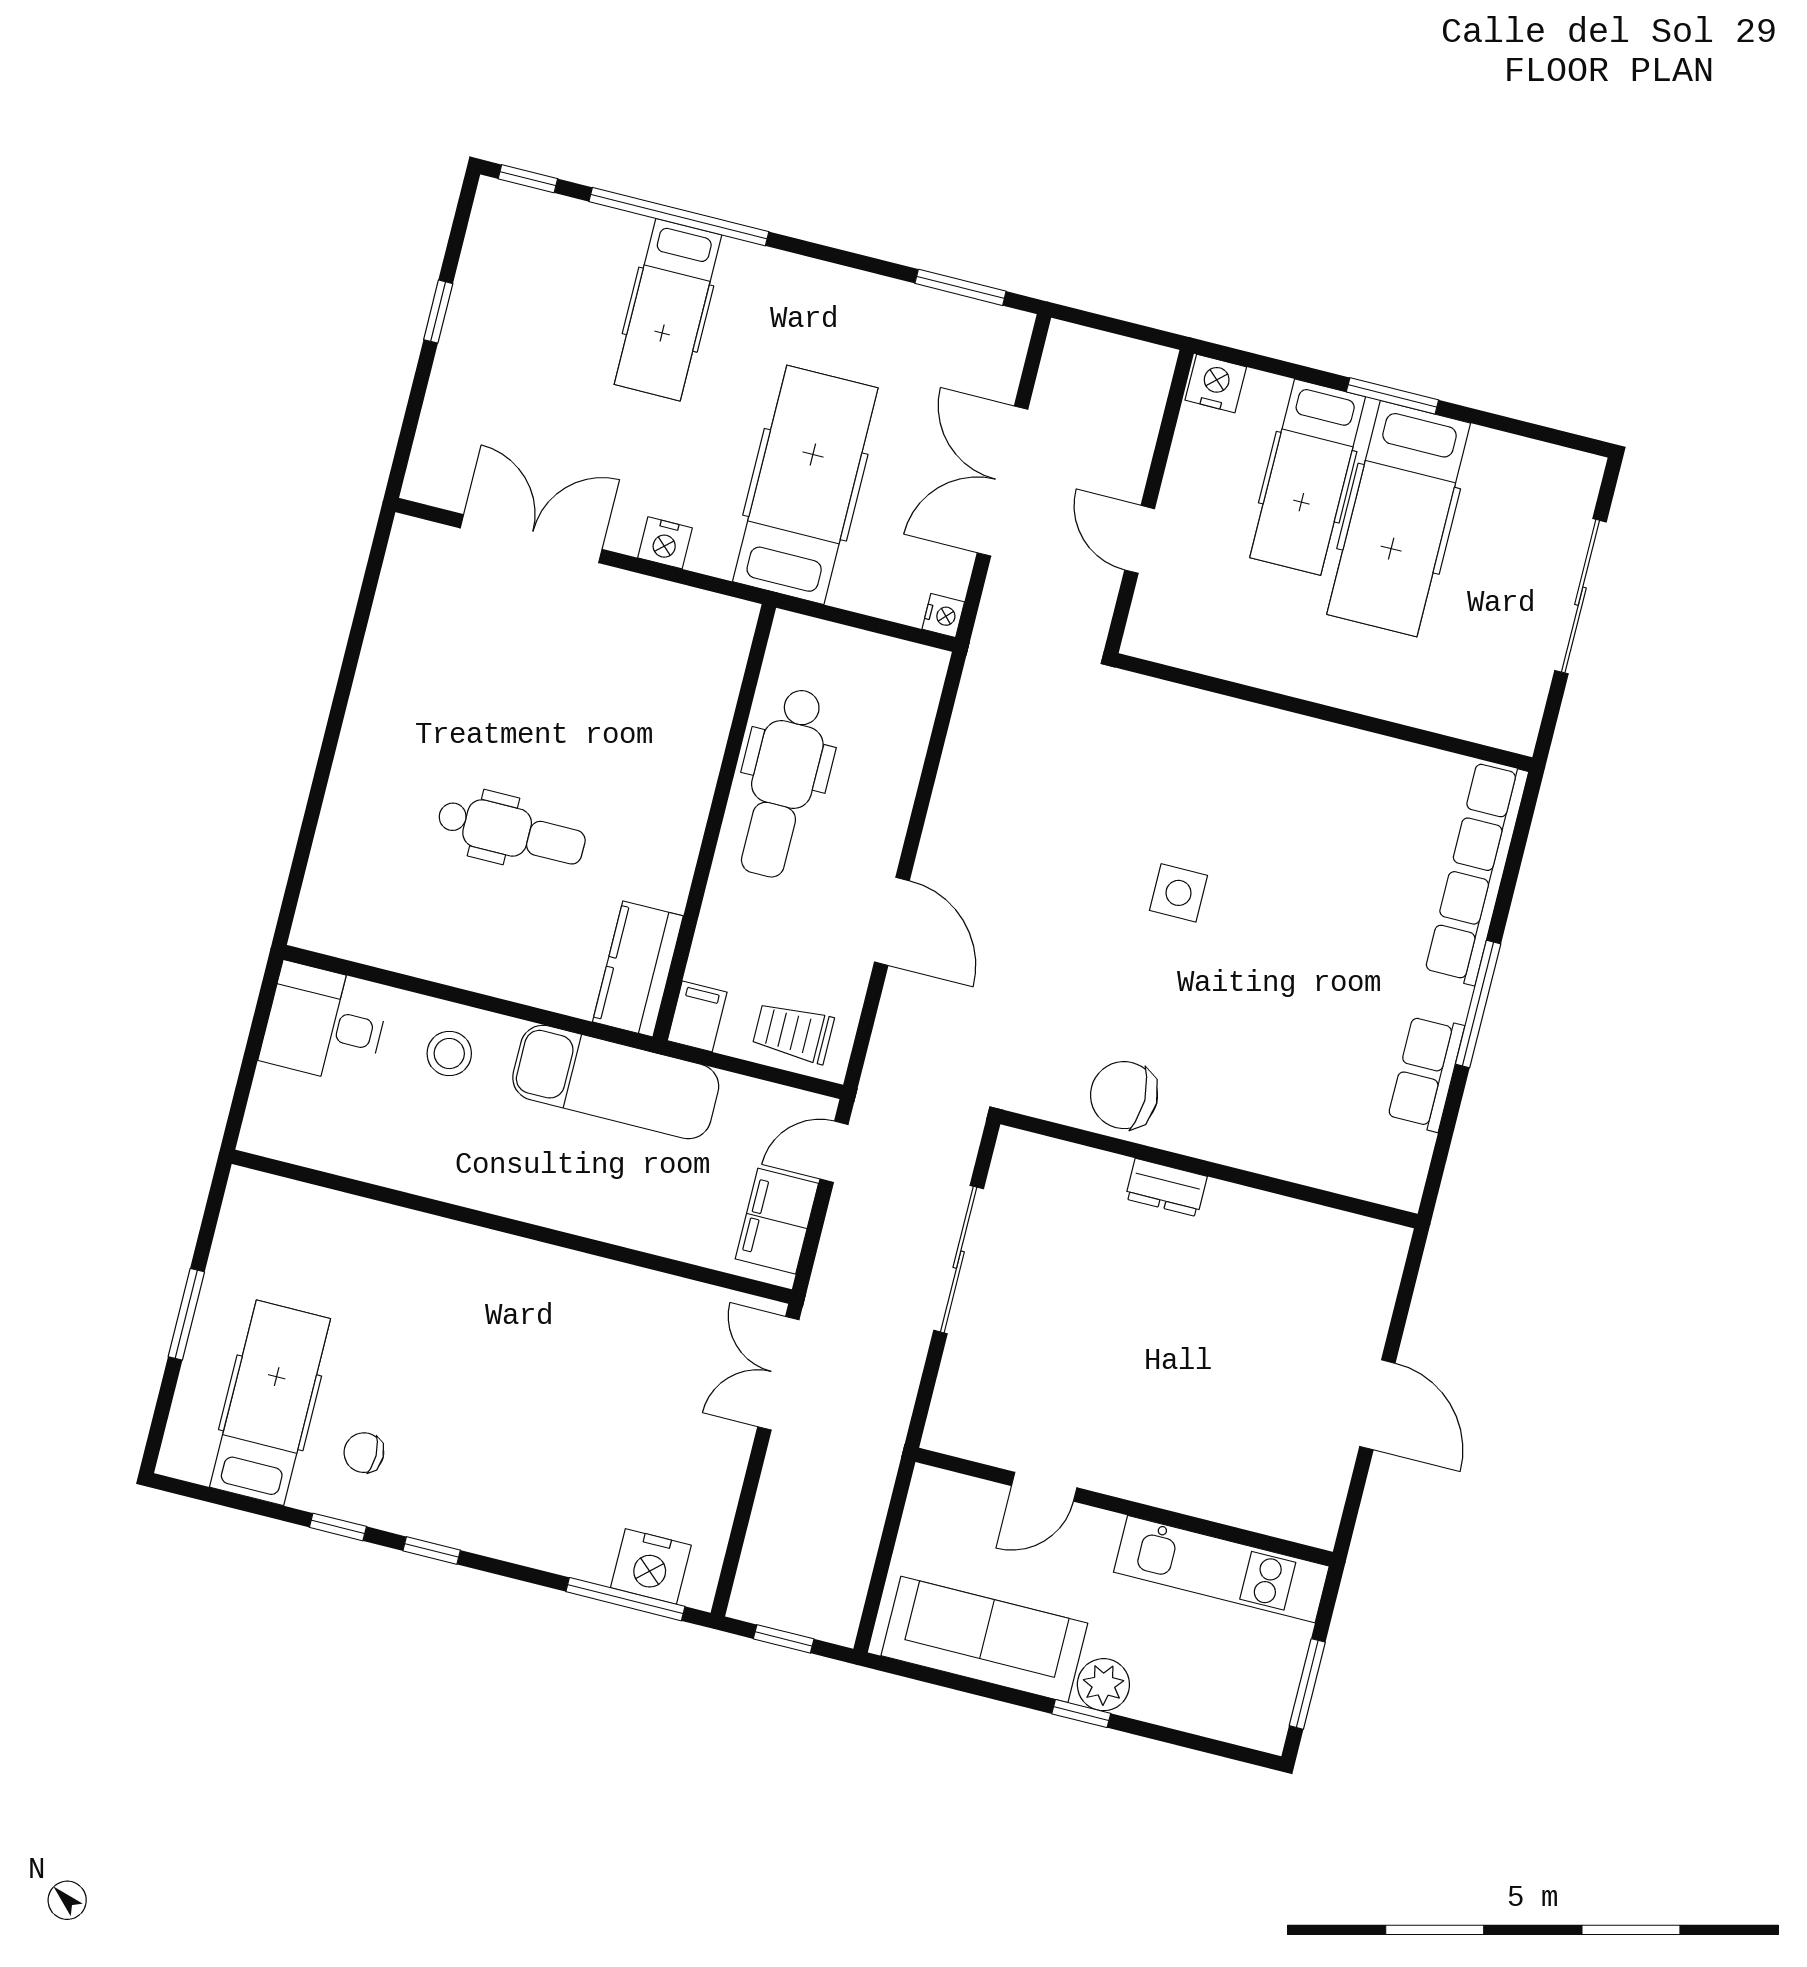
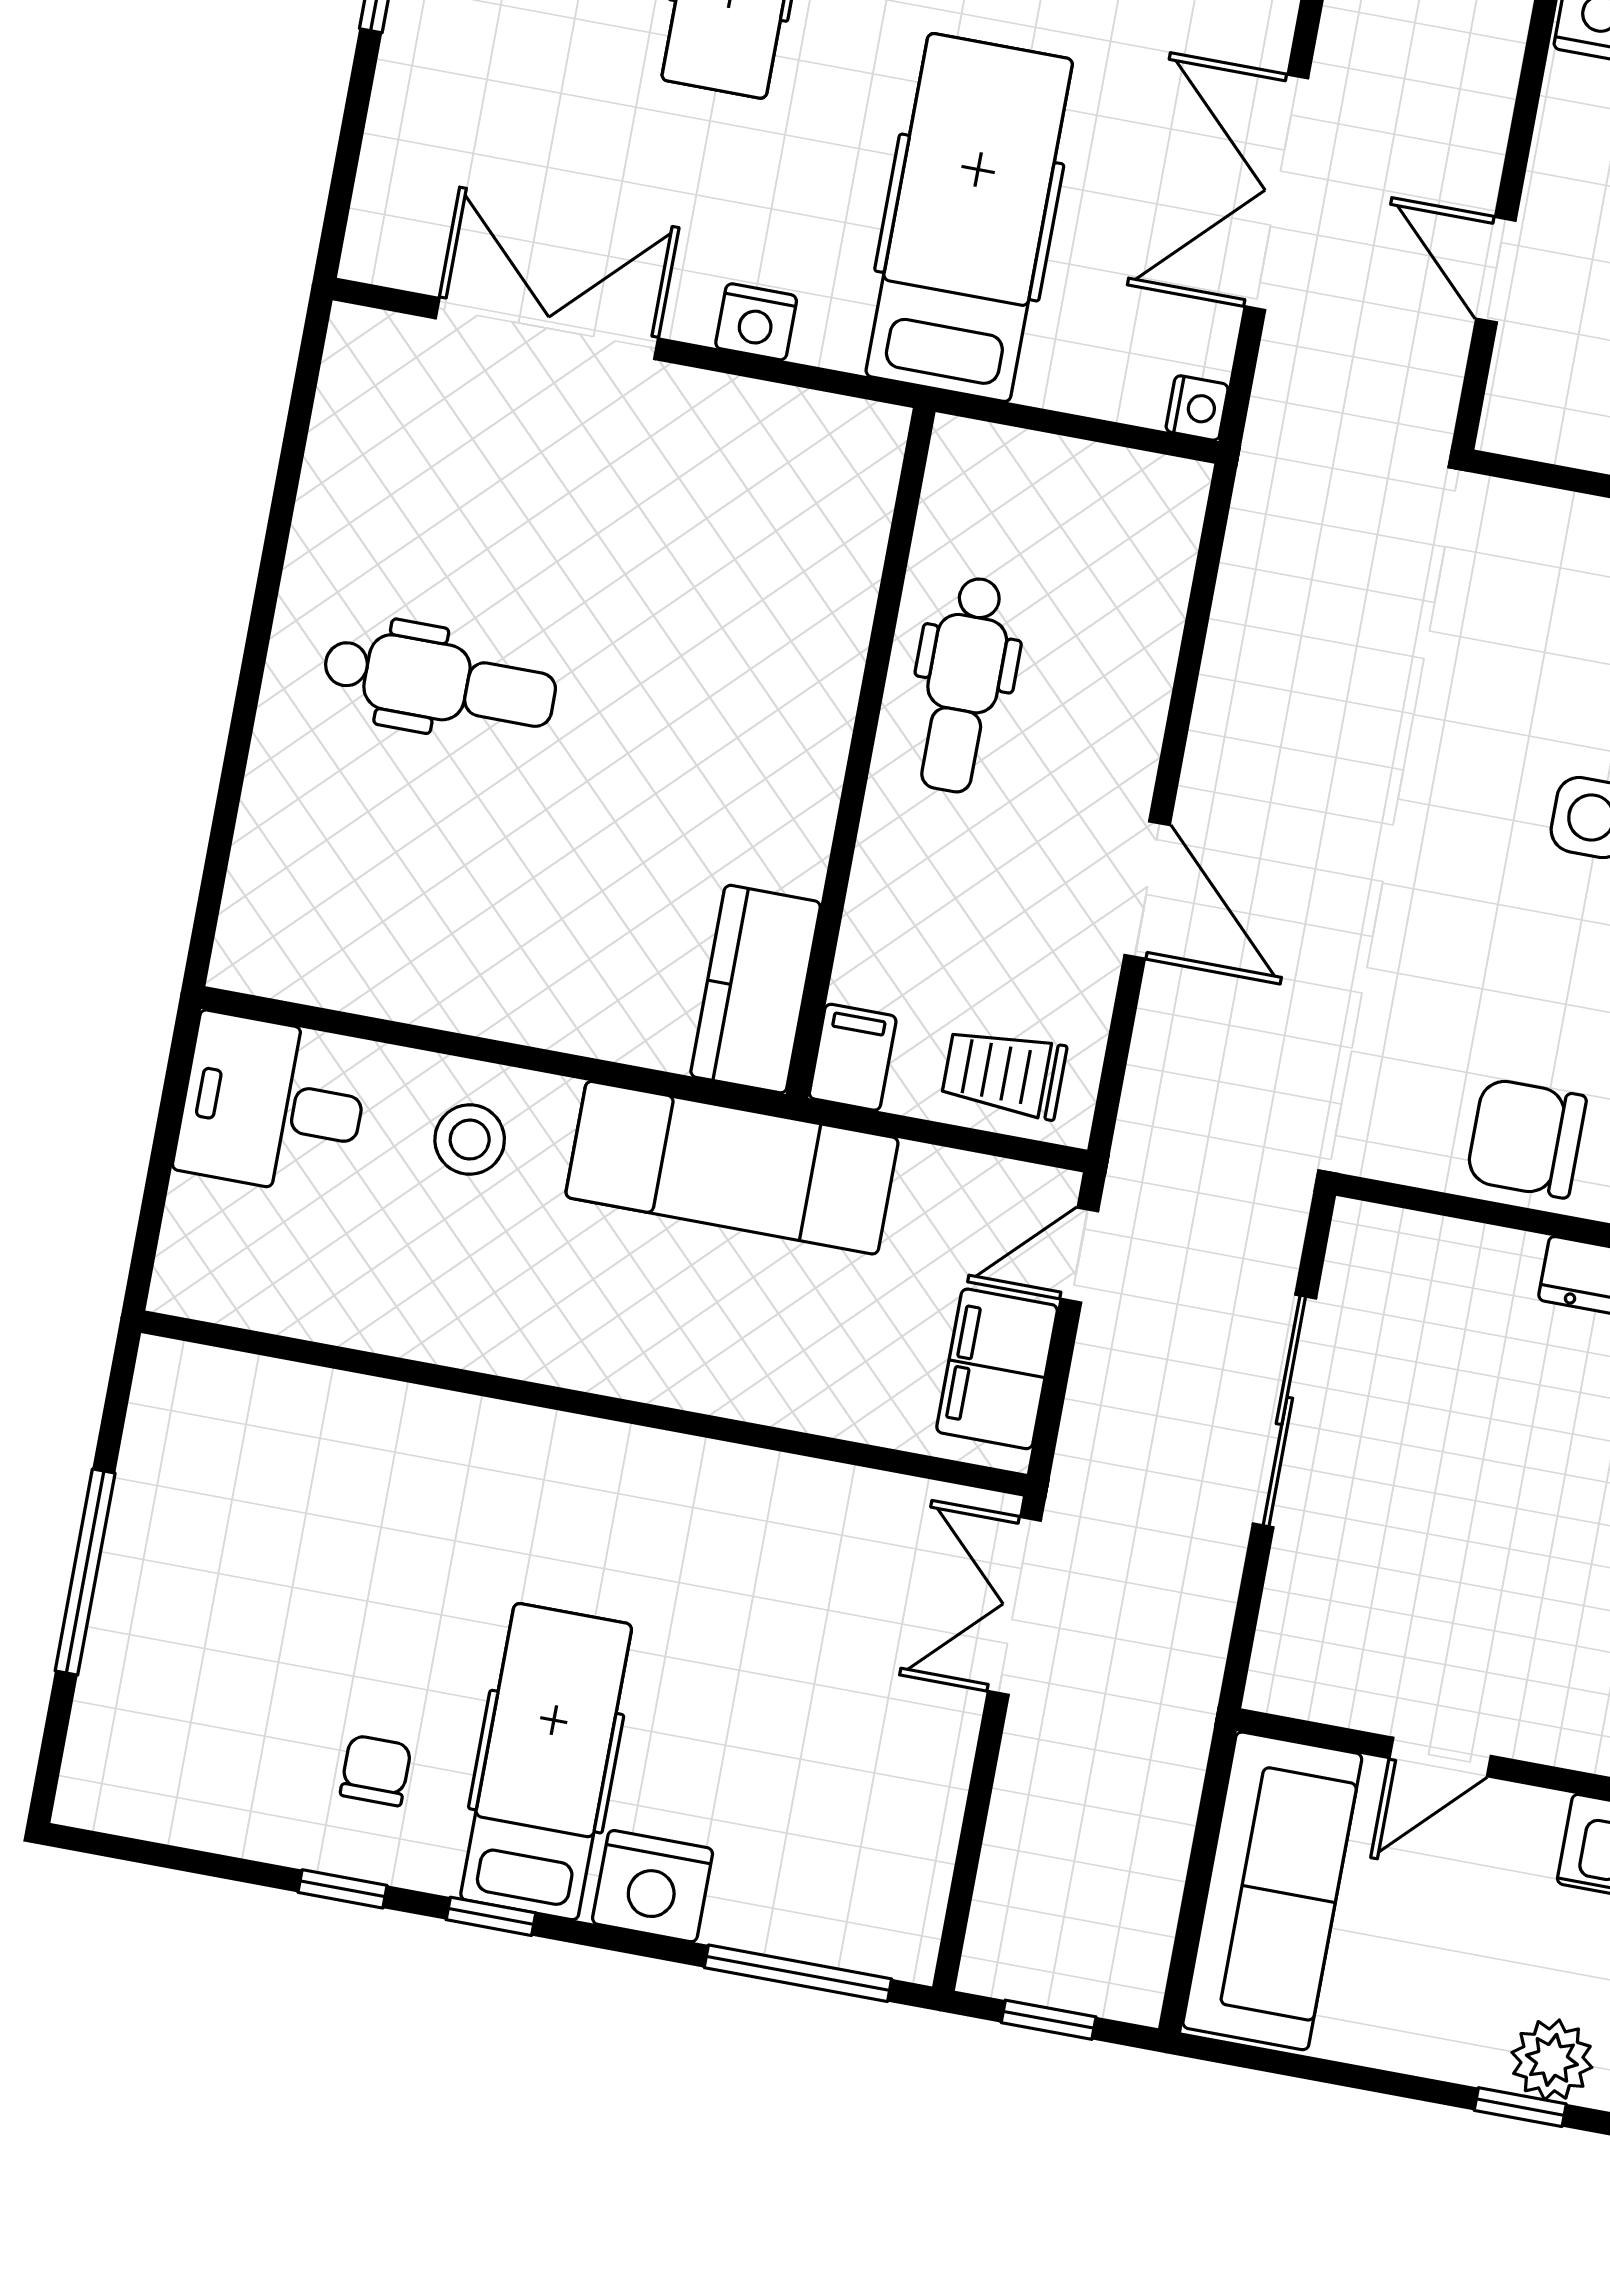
dental chair: (783, 783) -> (963, 685), width x0.73, depth x0.72
dental chair: (511, 832) -> (440, 681), moved
window: (186, 1314) -> (85, 1572), width x1.44
hospital bed: (270, 1403) -> (546, 1762), moved
chair: (364, 1453) -> (376, 1770), turned 90
nightstand: (651, 1566) -> (653, 1886), moved
sofa: (984, 1639) -> (1272, 1891), moved, turned 90

